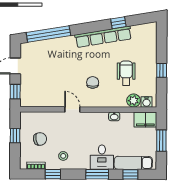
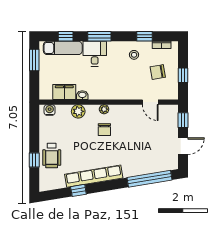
window: (162, 70) -> (34, 160), moved
wheelchair: (126, 73) -> (52, 156), moved
plant: (134, 101) -> (78, 111), moved
plant: (93, 103) -> (104, 109), added
door: (72, 109) -> (150, 102), moved
filing cabinet: (145, 120) -> (64, 92), moved
window: (161, 141) -> (34, 60), moved

